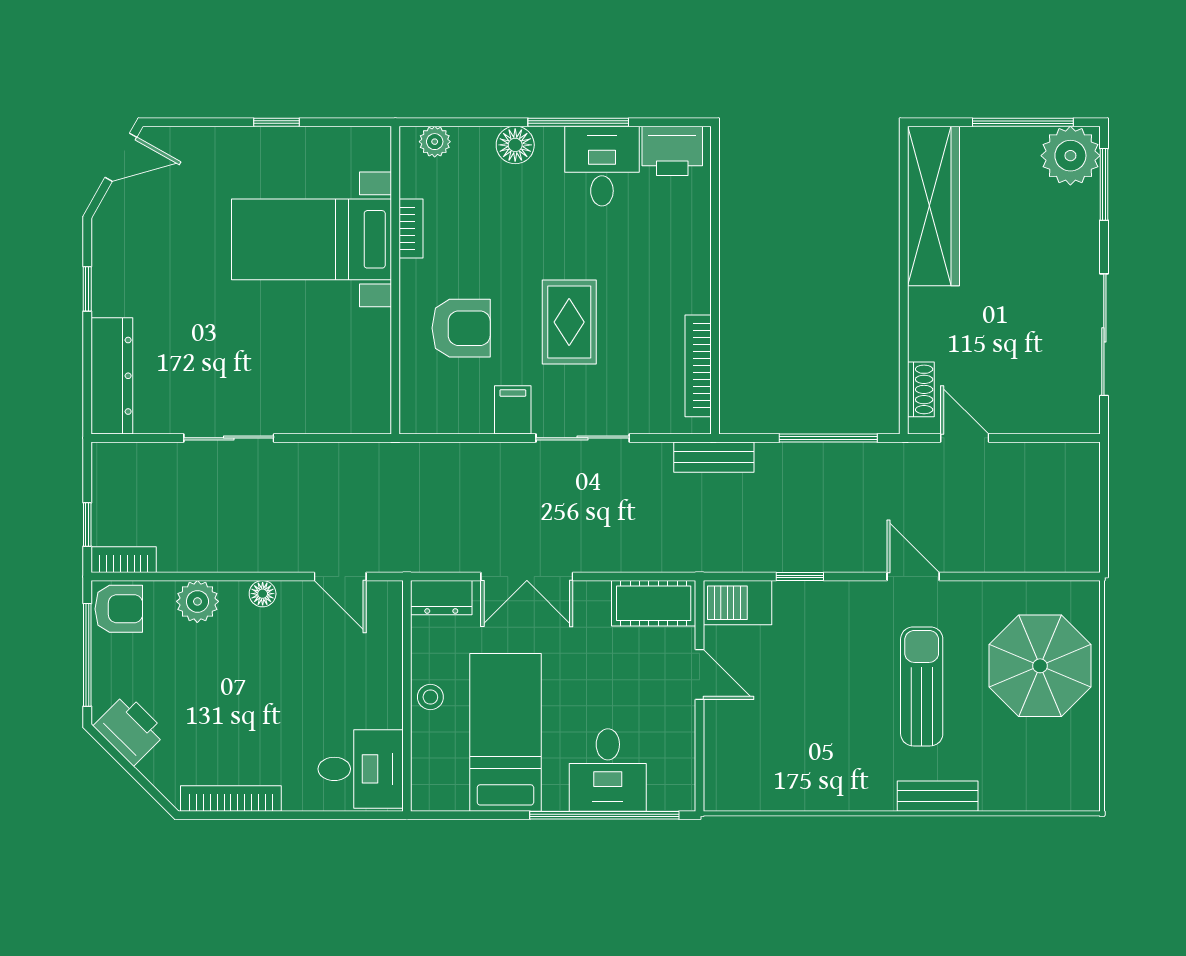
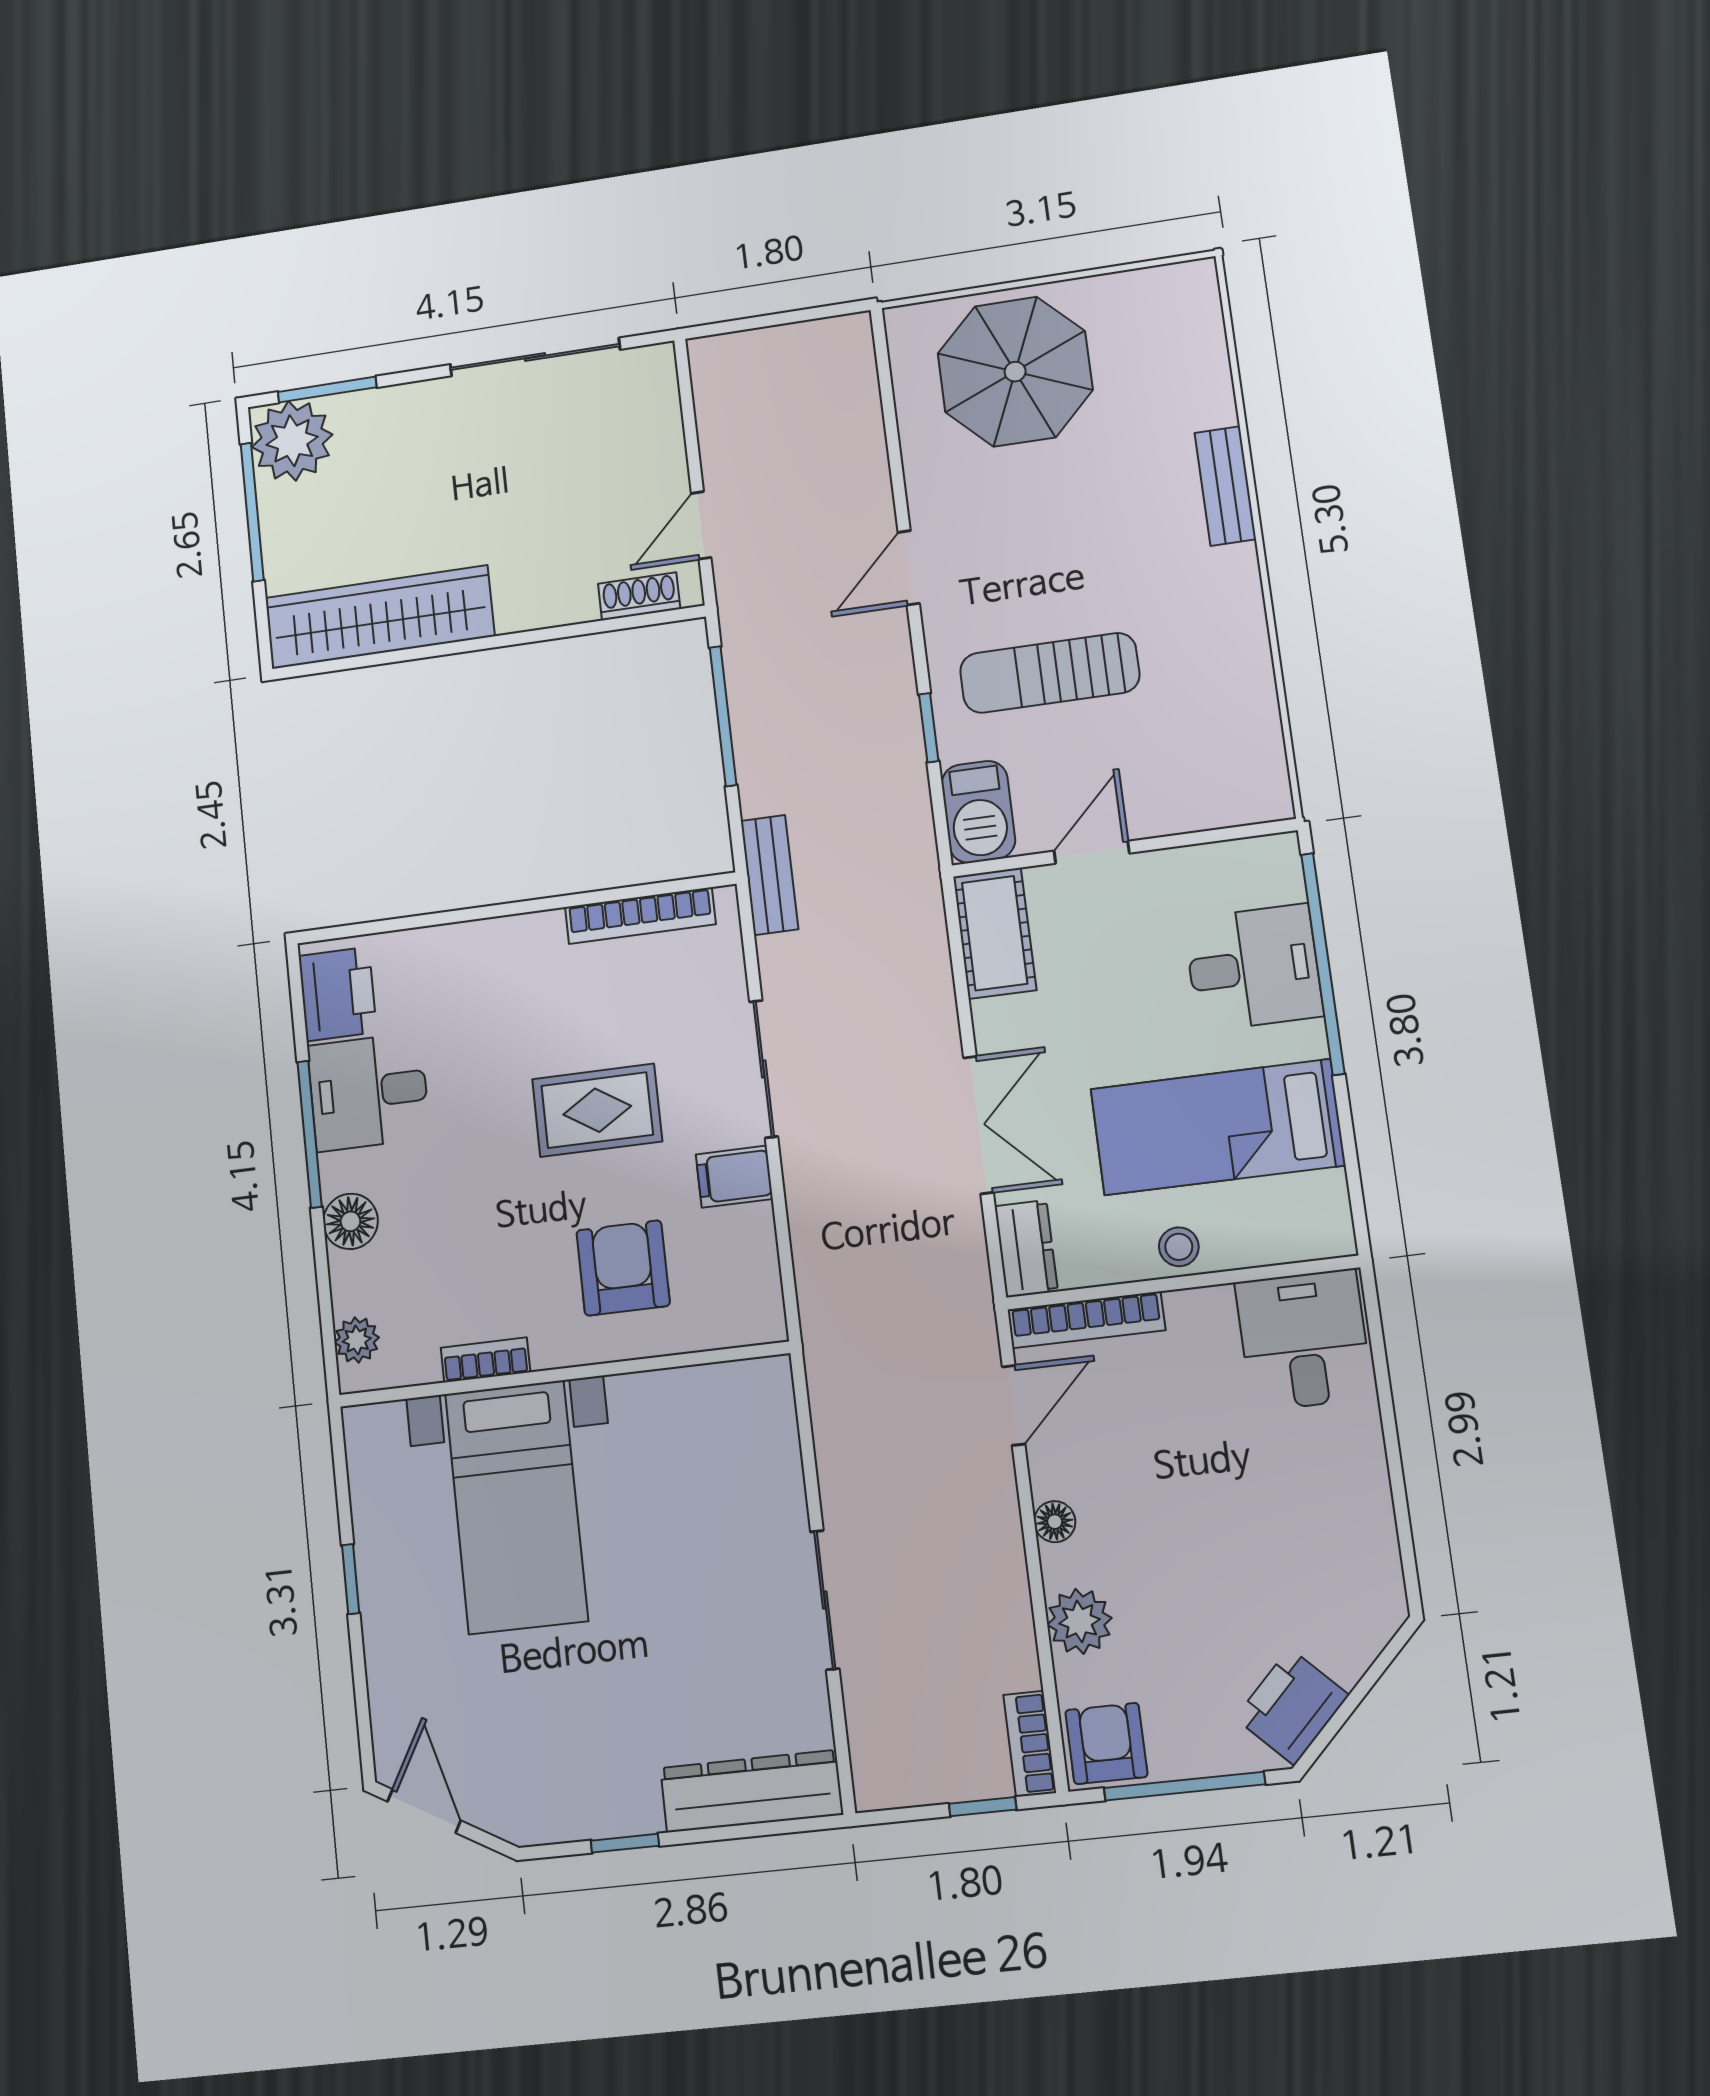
sun lounger: (922, 686) -> (1050, 673), moved
bookcase: (231, 799) -> (1086, 1320), moved, turned -90

